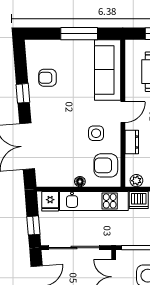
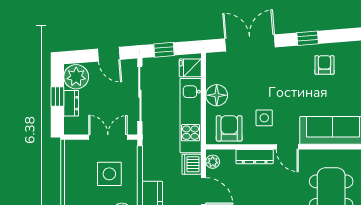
dresser: (132, 142) -> (255, 157), width x1.44
floor lamp: (80, 182) -> (217, 95), width x1.89, depth x1.89

